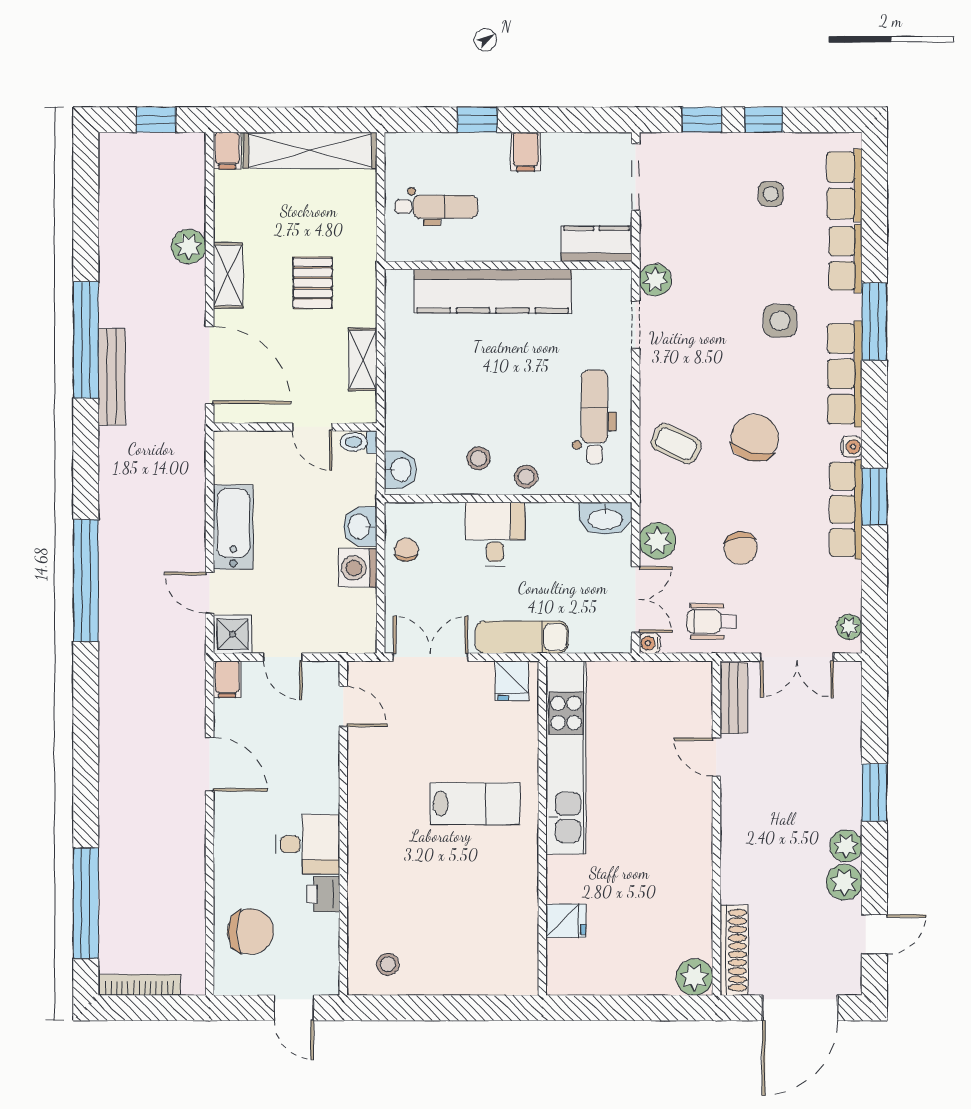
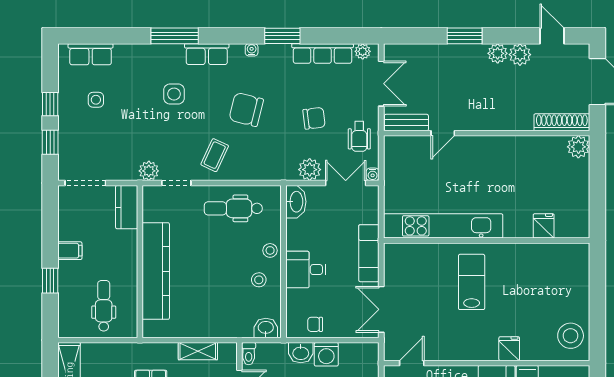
row of seats: (845, 259) -> (136, 54), removed
row of seats: (845, 374) -> (207, 54), width x0.68
coffee table: (676, 444) -> (215, 155), moved
row of seats: (846, 509) -> (323, 53), moved
fridge: (512, 681) -> (509, 349), moved, turned -90
stool: (388, 964) -> (571, 336), width x1.89, depth x1.89

